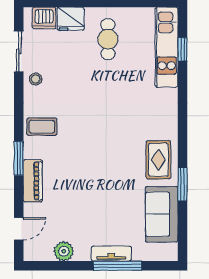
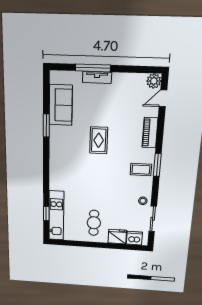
window: (19, 158) -> (157, 165), moved
rug: (158, 160) -> (99, 140), moved
plant: (64, 251) -> (154, 81), moved

